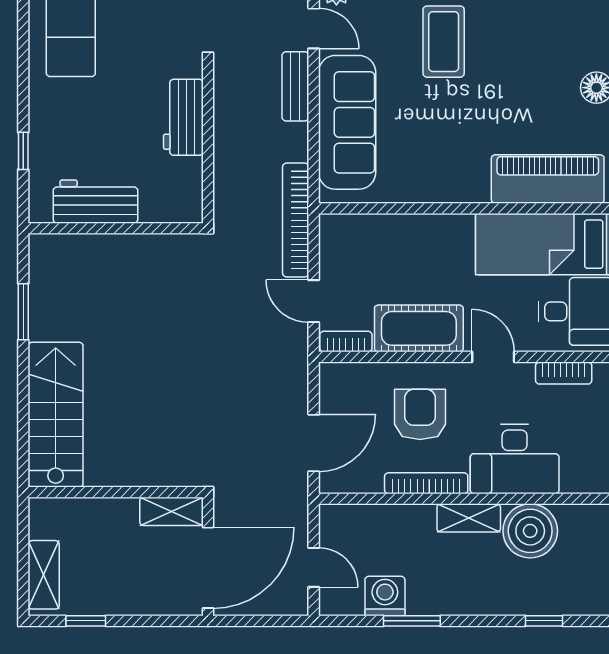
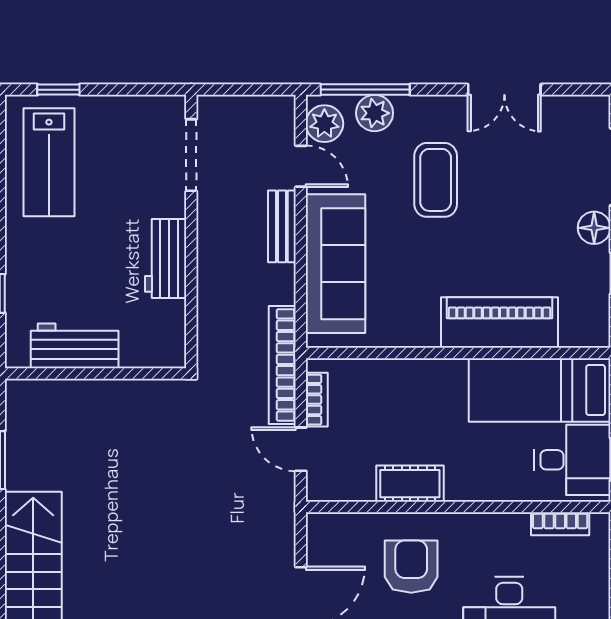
piano: (548, 179) -> (499, 323), moved
cot: (419, 328) -> (410, 484), width x0.73, depth x0.75
bookcase: (346, 342) -> (317, 400), moved, turned 90
door: (493, 357) -> (487, 507), removed

